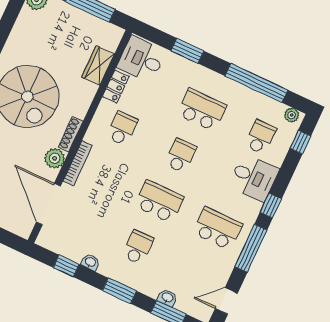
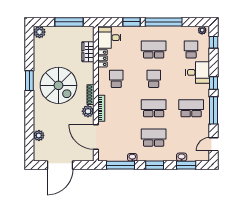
window: (256, 83) -> (164, 22), moved
school desk: (138, 247) -> (154, 138), width x1.85
window: (66, 266) -> (120, 165), width x2.17

